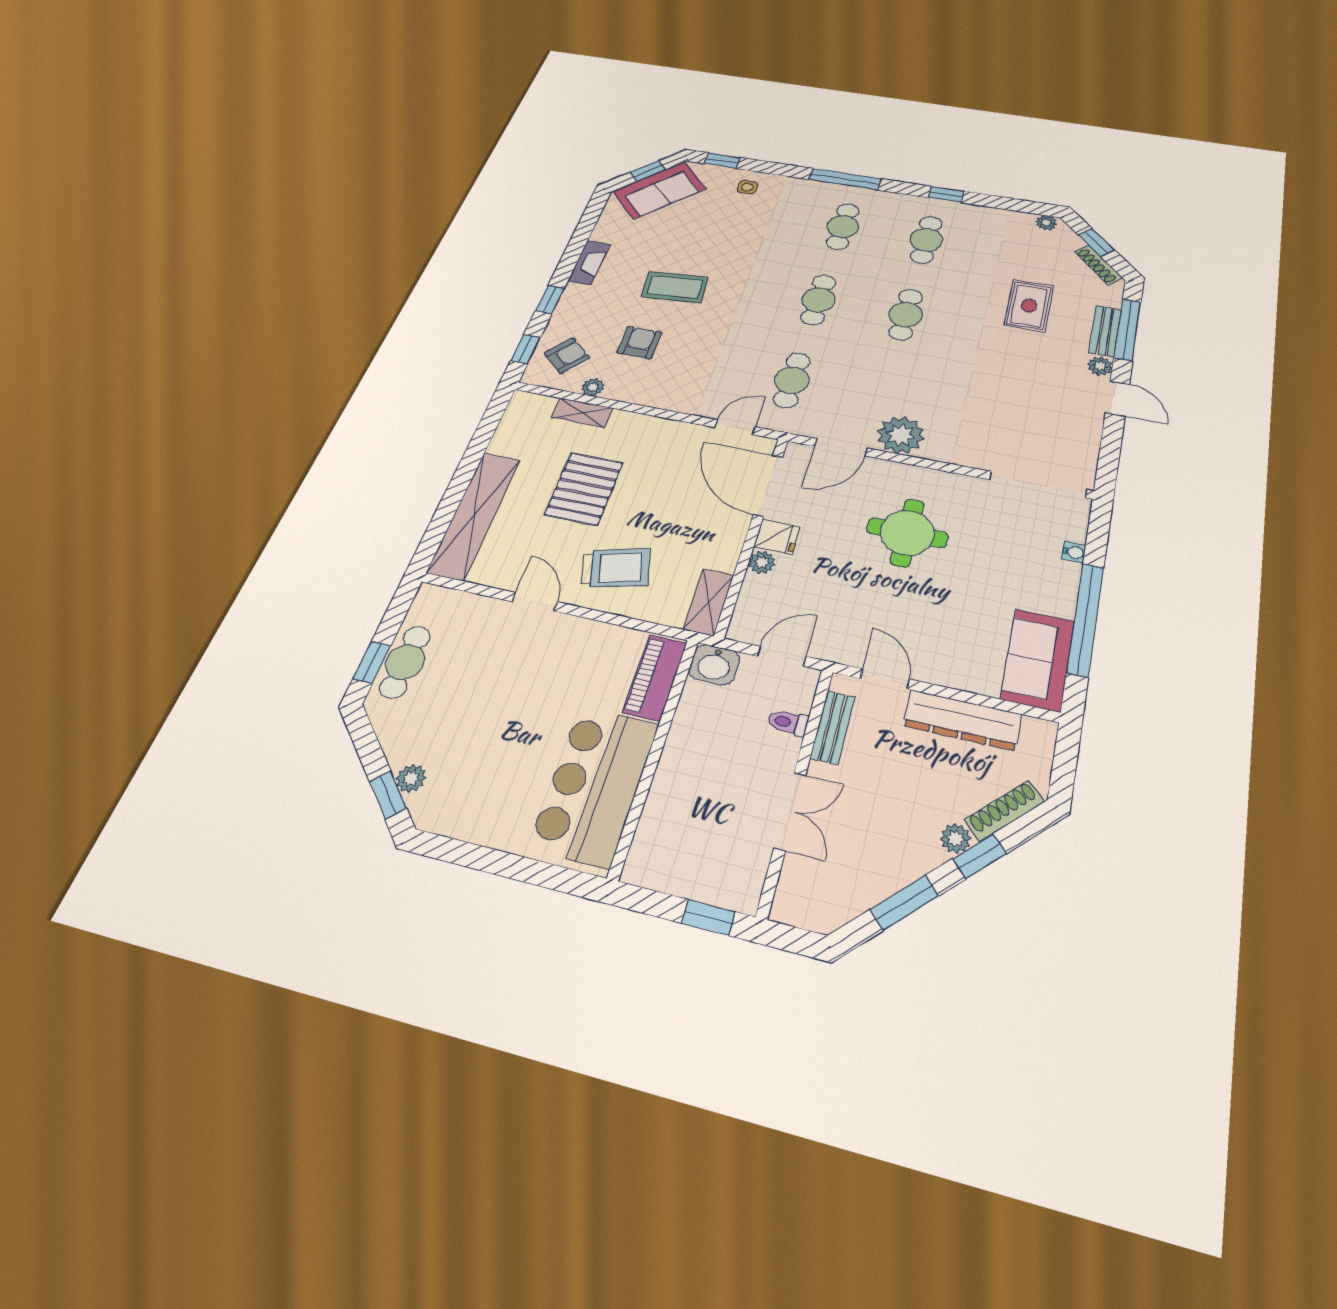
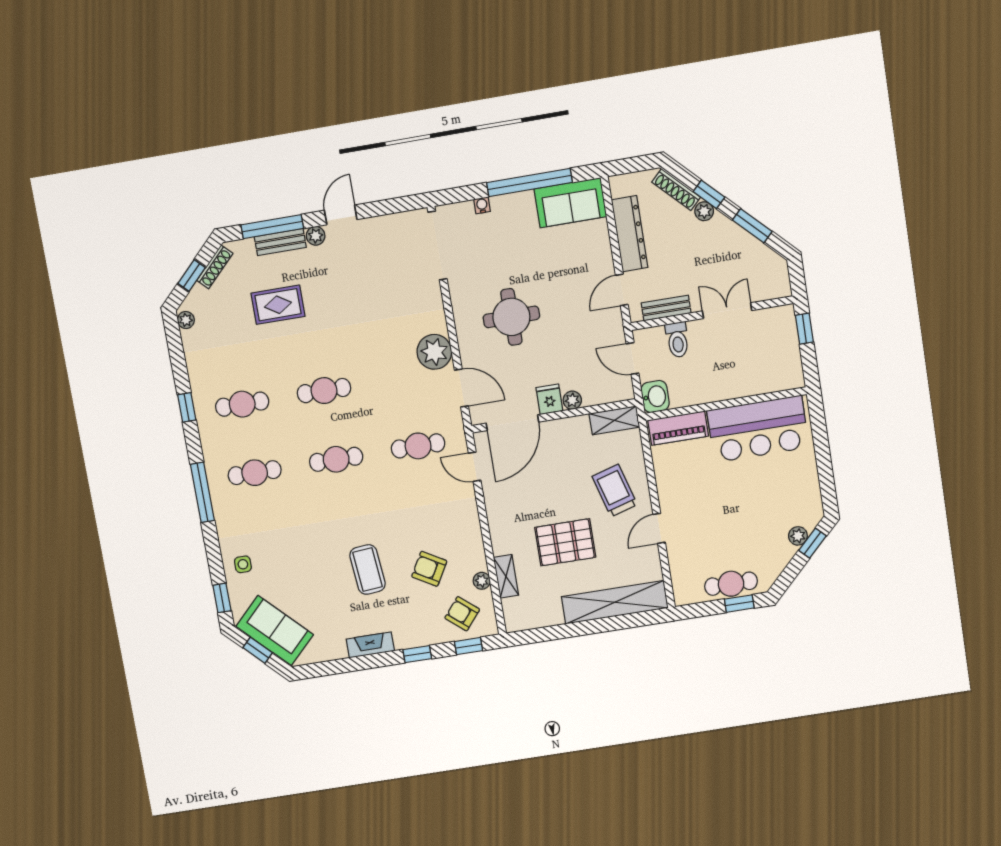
armchair: (640, 342) -> (429, 569), turned 30
toilet: (788, 722) -> (677, 340), width x1.37, depth x1.39

